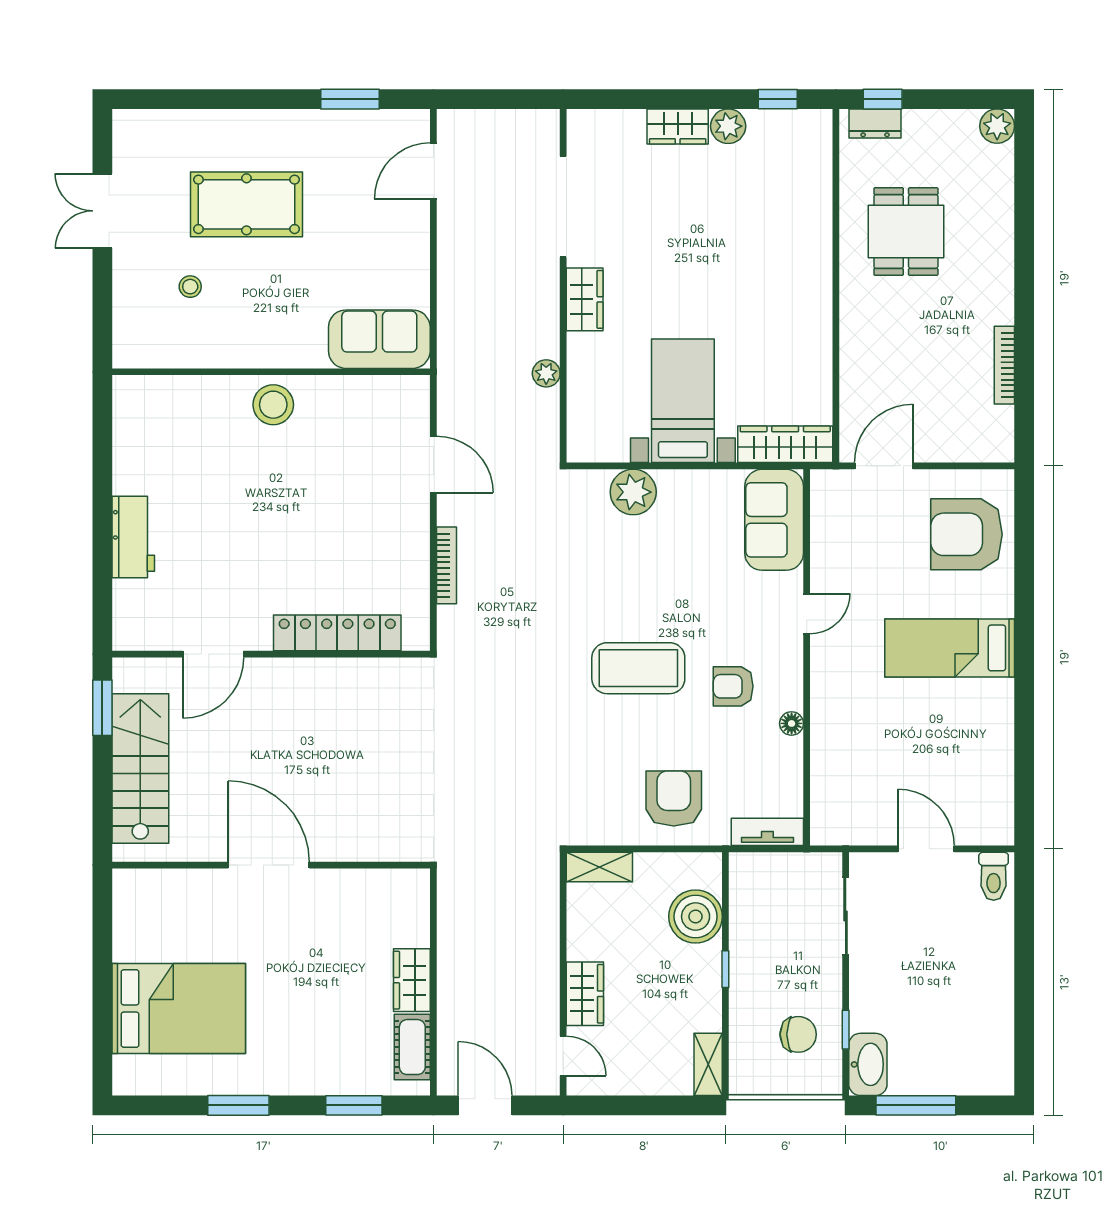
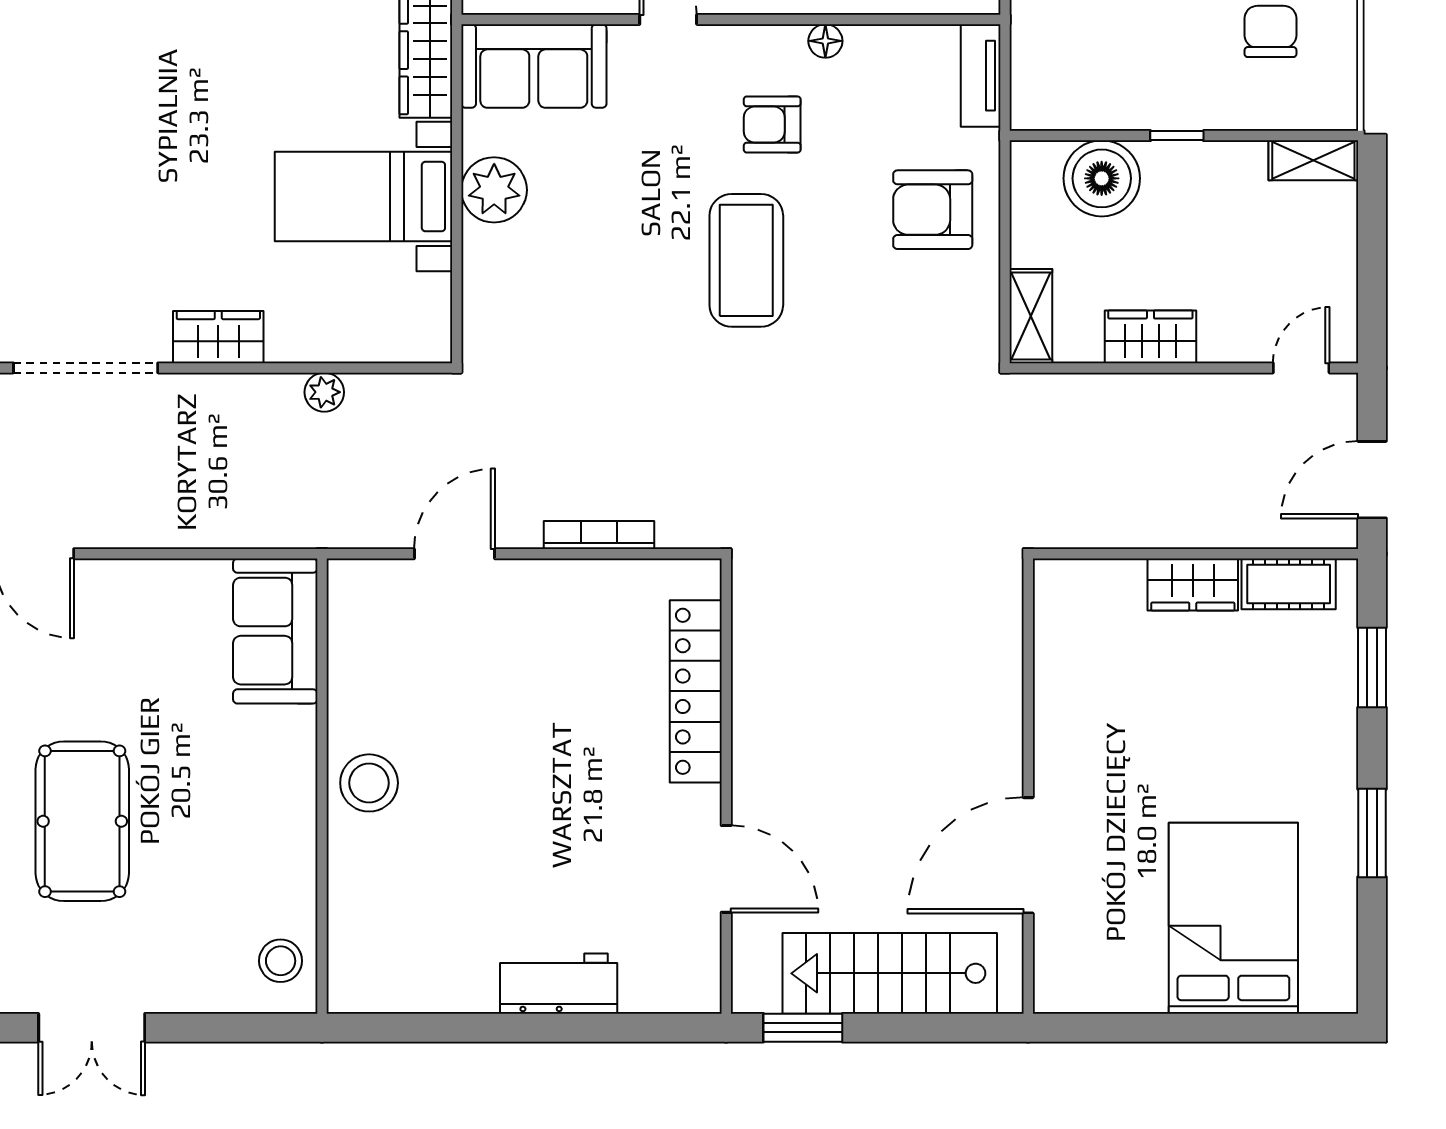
stool: (190, 287) -> (281, 961), moved, width x1.37, depth x1.37
plant: (633, 492) -> (494, 190), moved
armchair: (733, 686) -> (772, 125), turned 90
door: (269, 865) -> (1028, 855), moved
wardrobe: (585, 994) -> (1150, 337), moved

